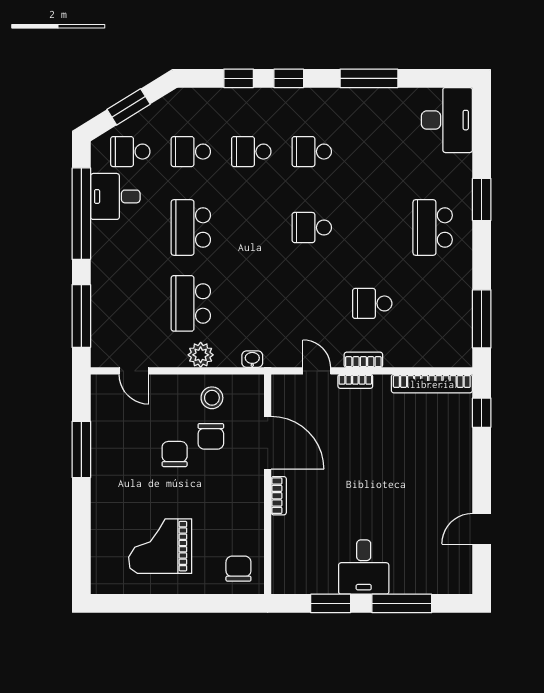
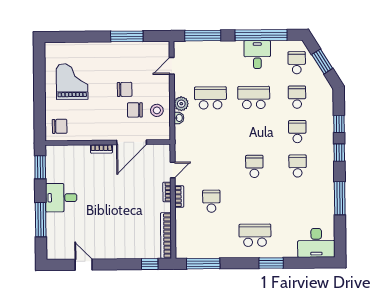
desk: (115, 196) -> (257, 54), moved
washbasin: (252, 359) -> (179, 118), moved
window: (331, 603) -> (40, 167), moved

